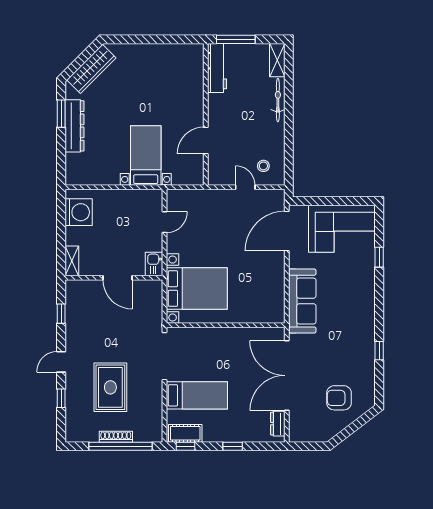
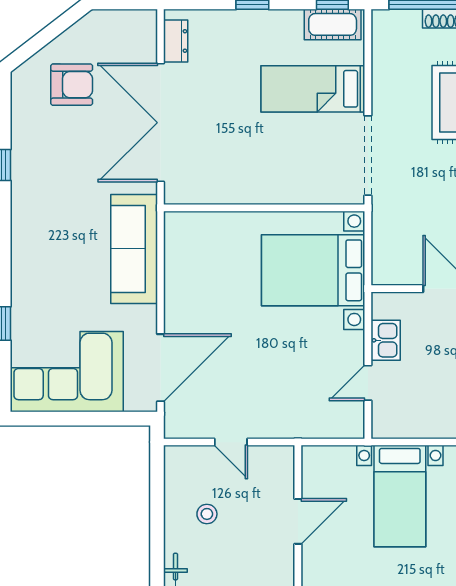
stool: (263, 166) -> (207, 514), moved
kitchen sink: (154, 264) -> (386, 340), moved
double door: (287, 376) -> (160, 123), swing flipped

